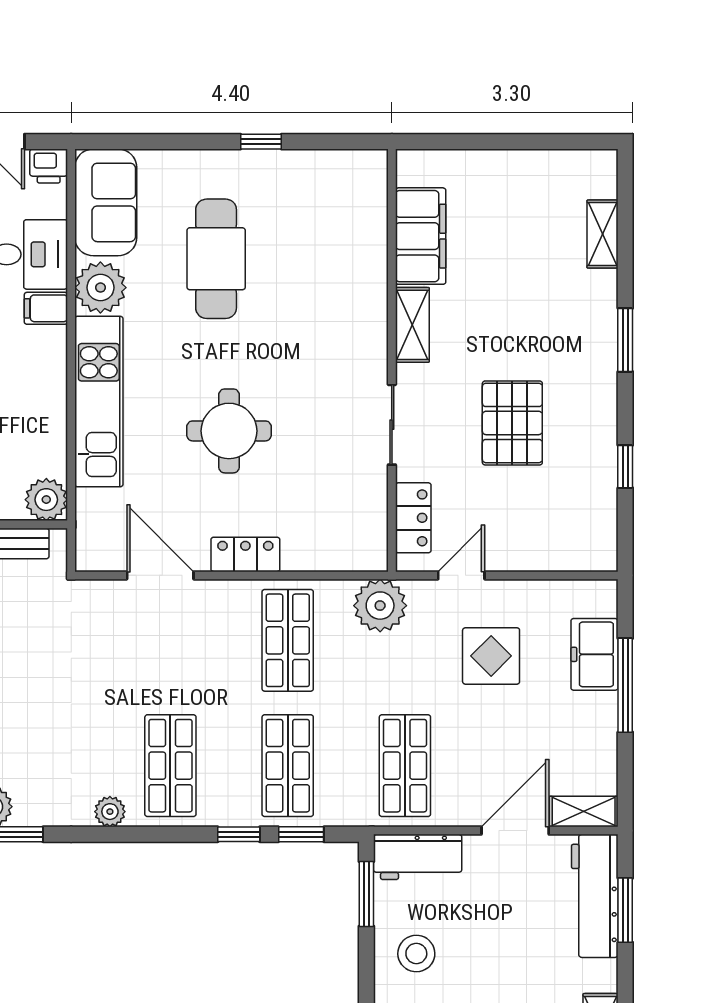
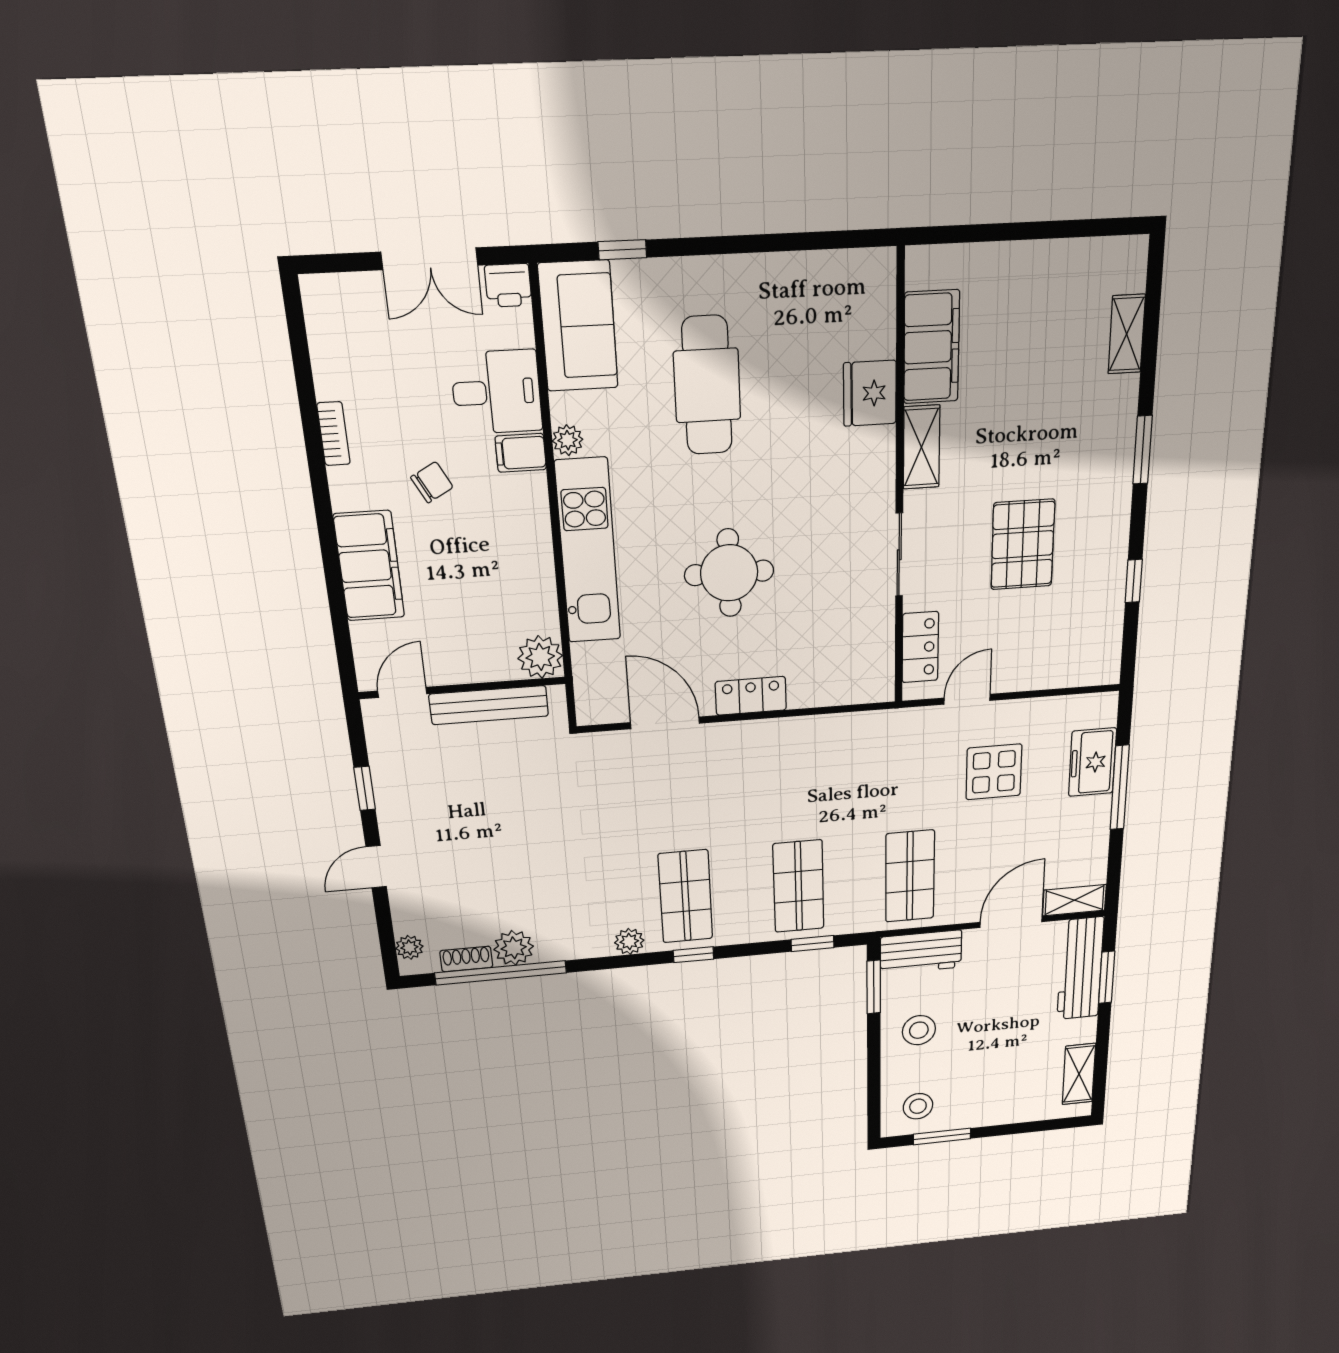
window: (261, 142) -> (622, 250), moved
fridge: (364, 274) -> (870, 393), added
plant: (100, 288) -> (568, 440), width x0.53, depth x0.53
plant: (380, 606) -> (887, 734), removed
shop shelf: (288, 640) -> (796, 774), removed
window: (239, 834) -> (693, 955), moved

